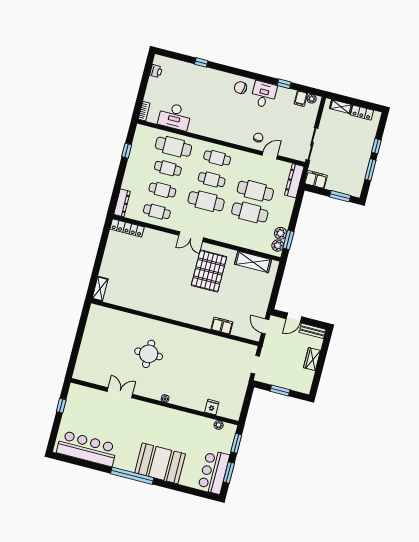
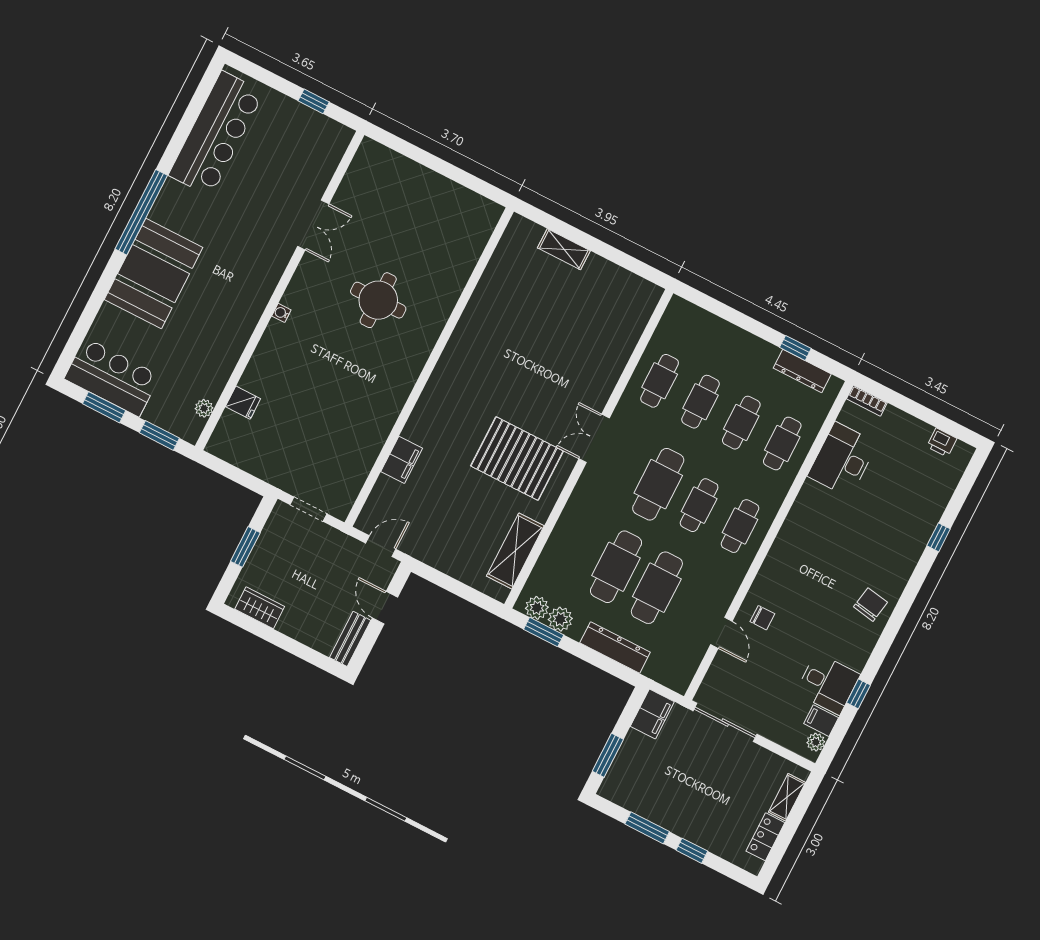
desk: (264, 95) -> (828, 684), moved
cafe table: (173, 147) -> (782, 444), width x0.73, depth x0.74
dresser: (294, 181) -> (615, 648), moved
dresser: (122, 203) -> (802, 371), moved
locker: (127, 228) -> (640, 314), removed
shelving: (100, 289) -> (564, 249), moved
wardrobe: (312, 359) -> (260, 608), moved

